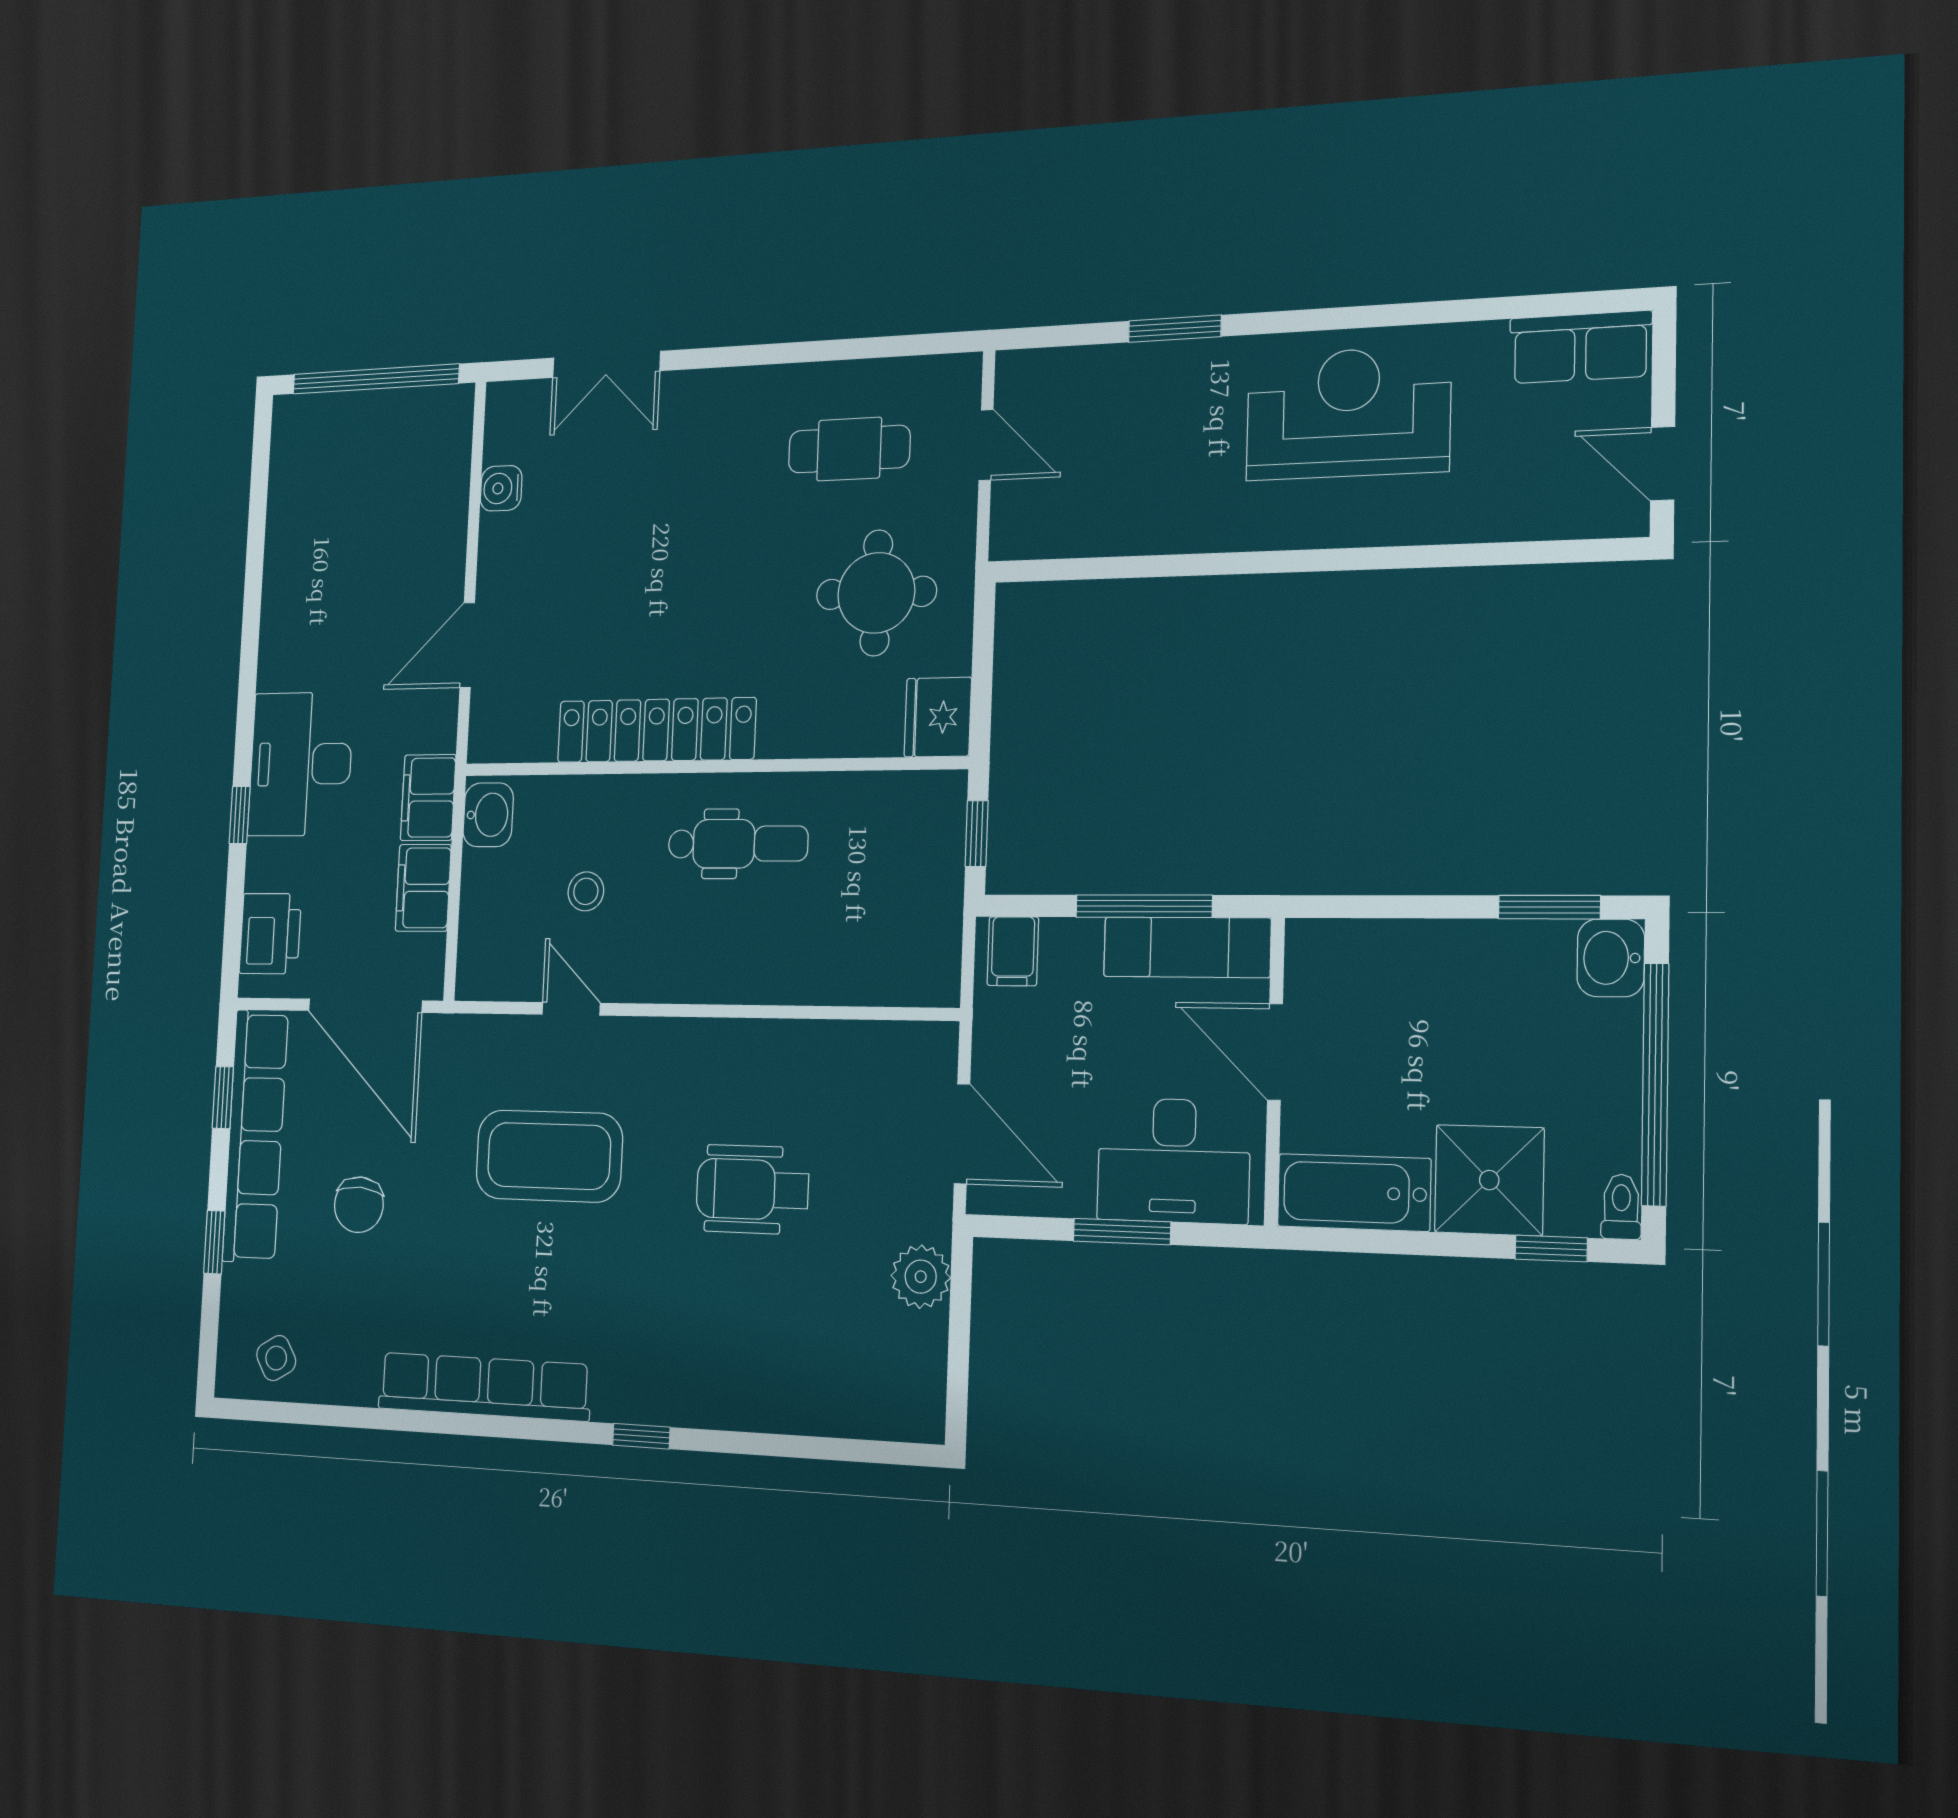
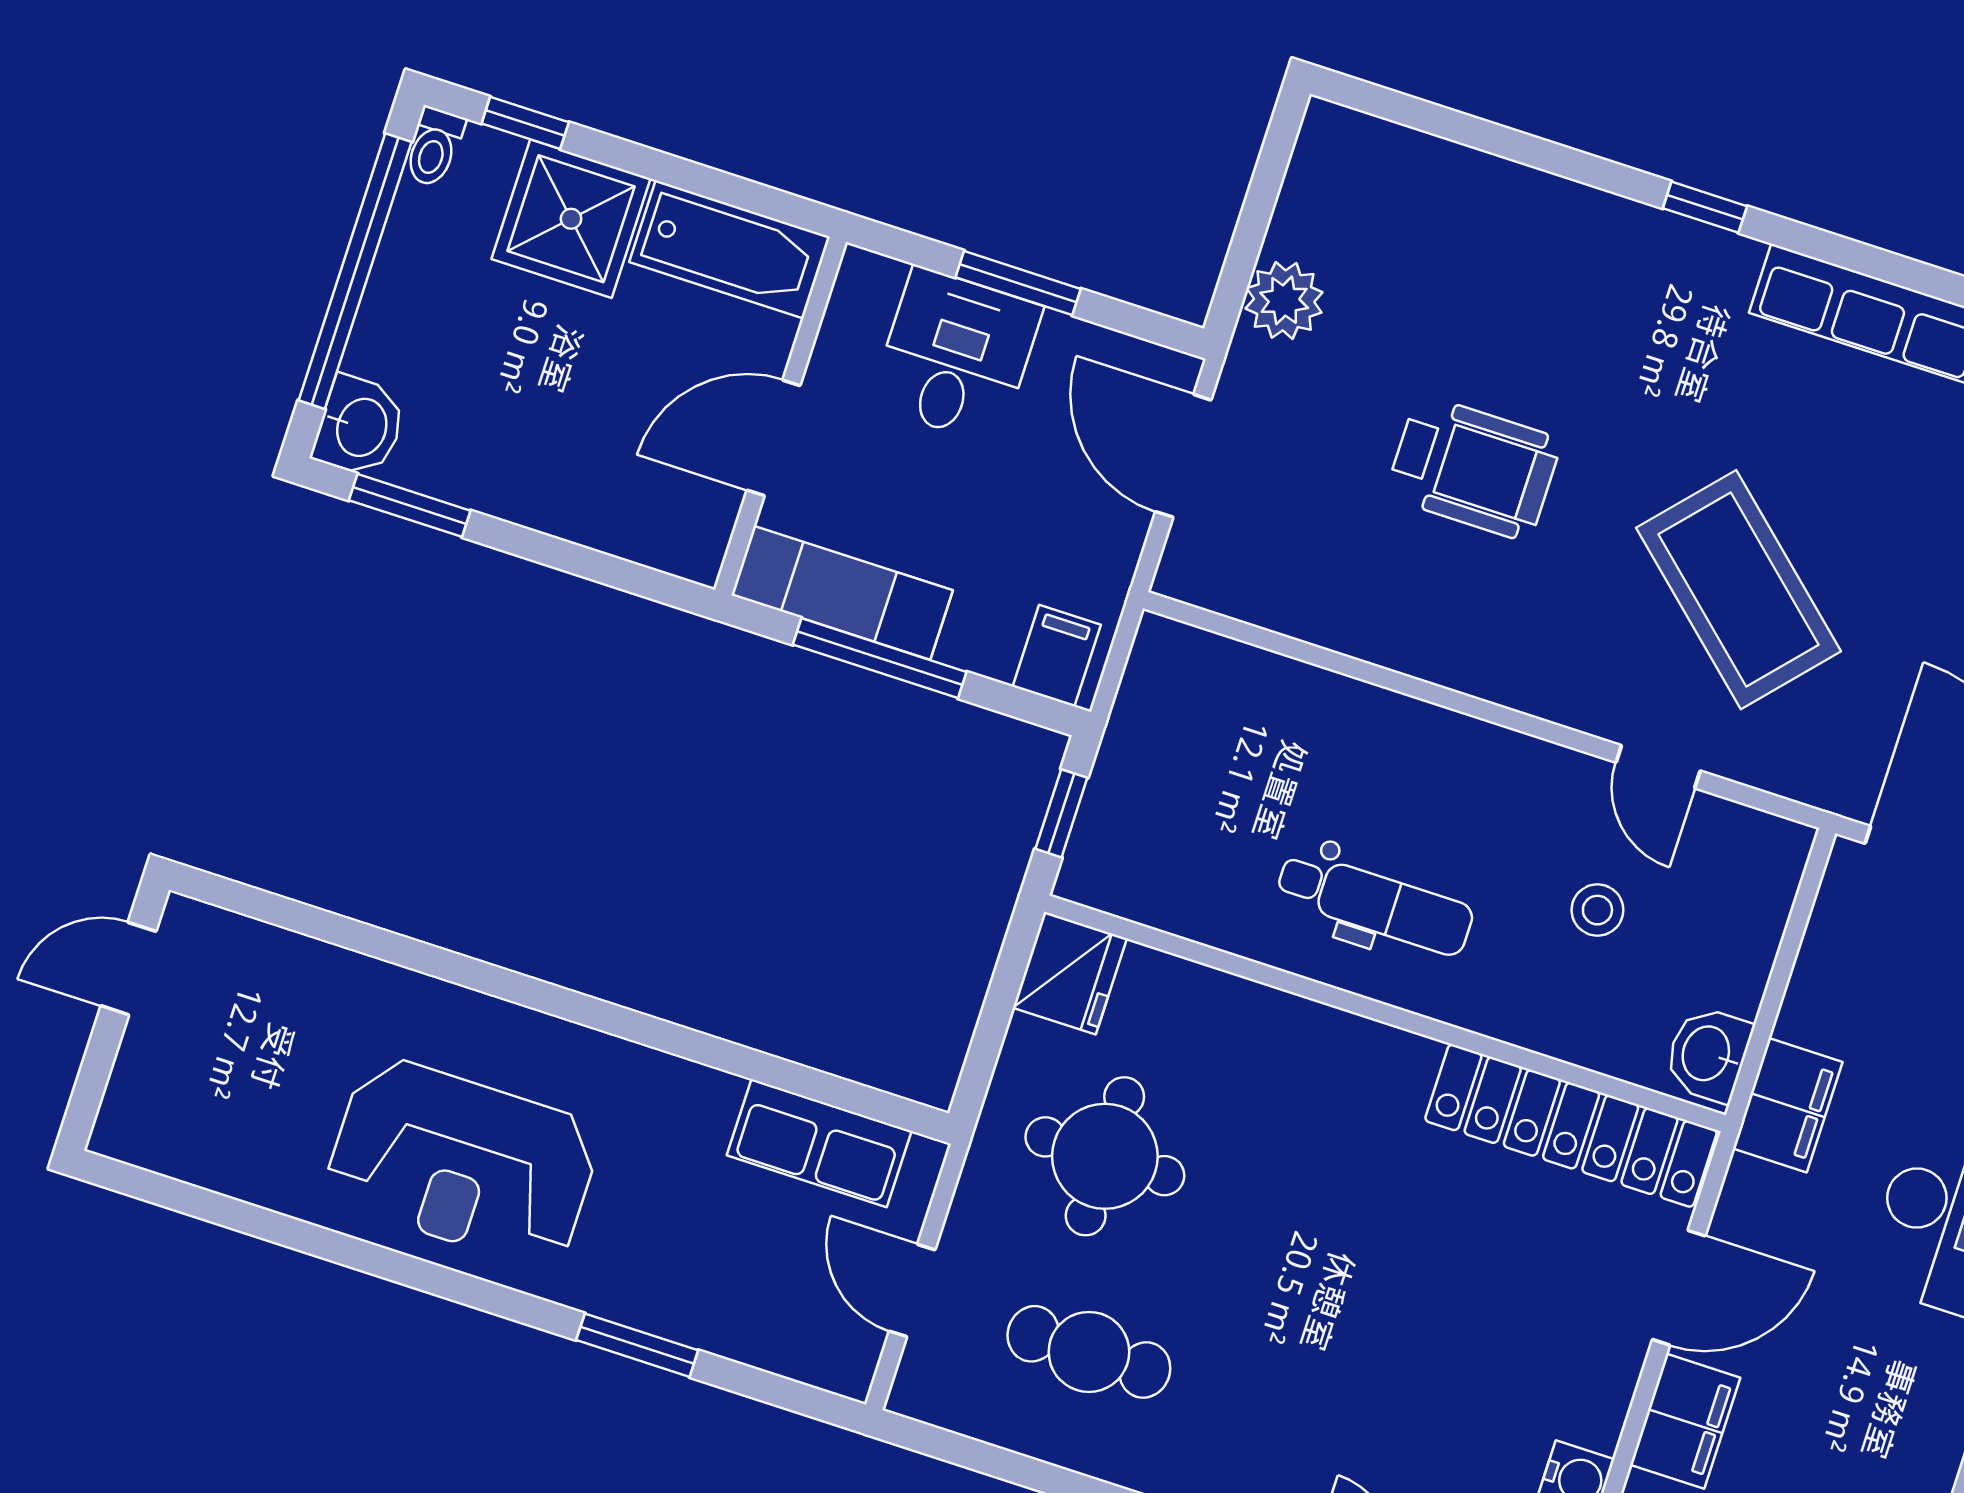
row of seats: (1580, 347) -> (819, 1143), moved, turned 180
door: (1663, 464) -> (128, 969), swing flipped
locker: (656, 730) -> (1571, 1126), moved
dental chair: (738, 844) -> (1375, 903), turned 180
filing cabinet: (423, 888) -> (1685, 1421), moved
door: (1275, 1052) -> (773, 438), swing flipped
coffee table: (549, 1156) -> (1739, 590), turned 42
desk: (1173, 1161) -> (956, 356), width x0.73

